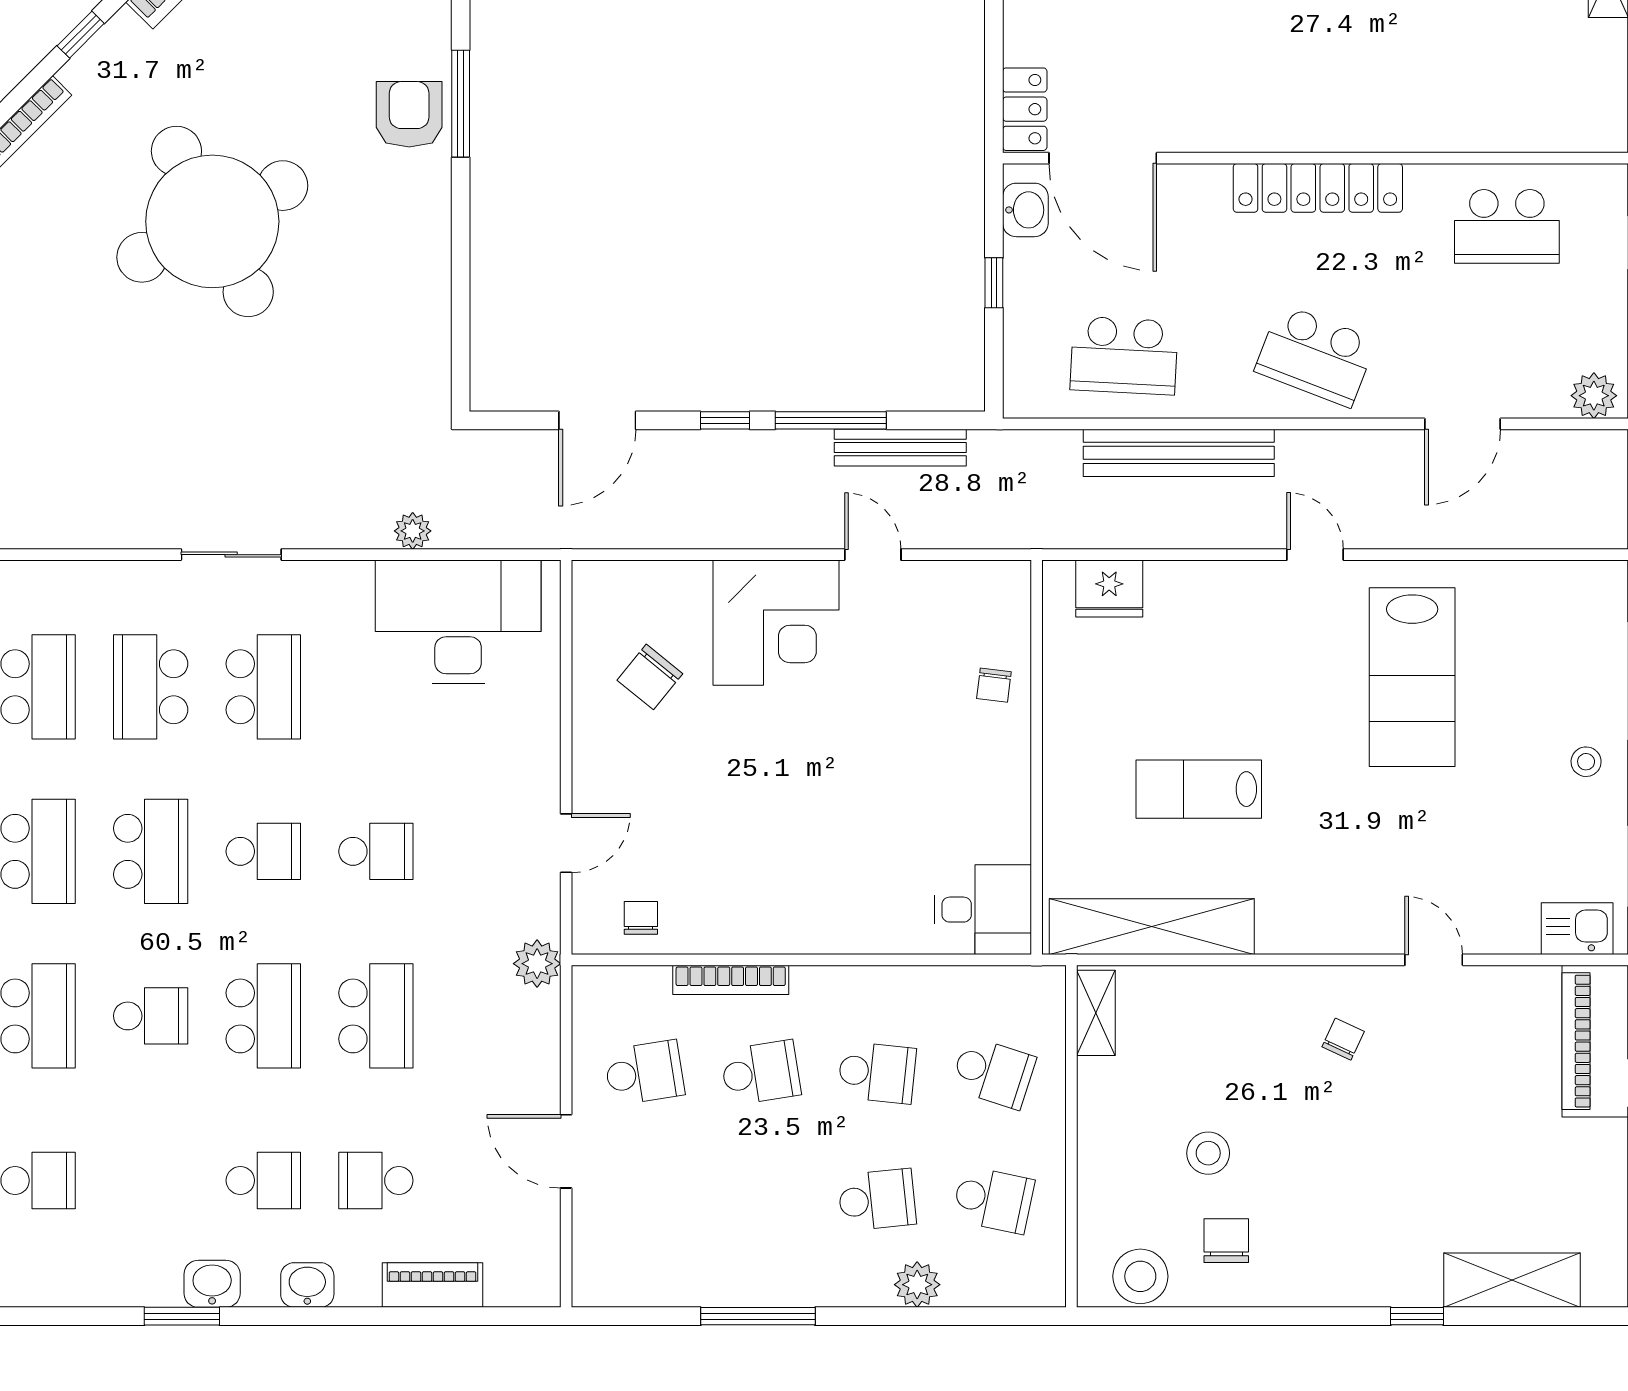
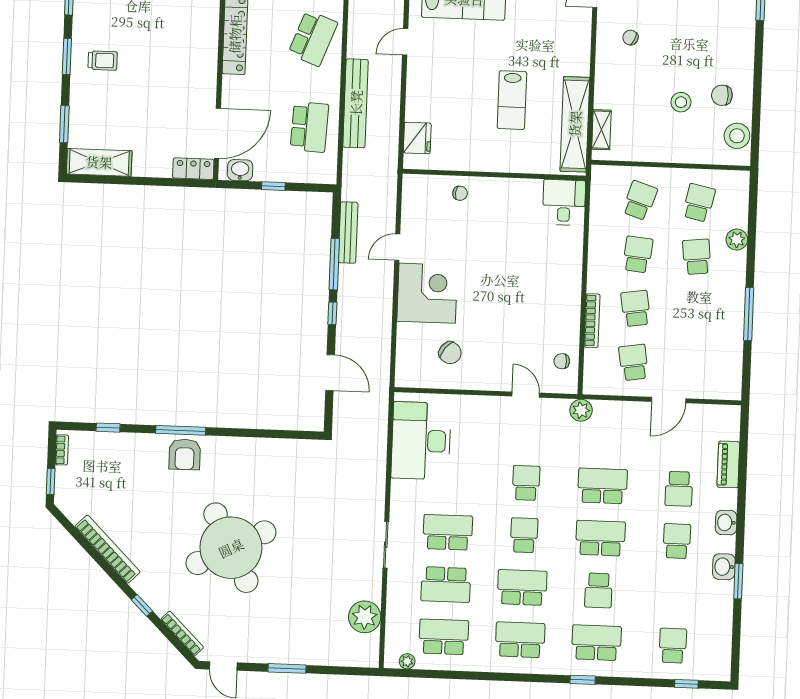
armchair: (409, 114) -> (185, 454), turned -90
plant: (413, 531) -> (365, 617), moved, width x1.88, depth x1.88
shelving: (1096, 1013) -> (601, 130), moved, turned 90
school desk: (151, 1016) -> (598, 590), turned 180

